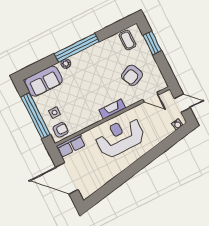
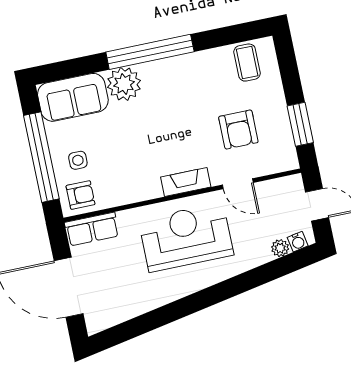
window: (152, 43) -> (300, 124), moved
plant: (66, 64) -> (124, 84), width x1.88, depth x1.88
armchair: (132, 75) -> (238, 130), turned -65
door: (151, 97) -> (238, 184), moved
plant: (169, 130) -> (280, 248), added

